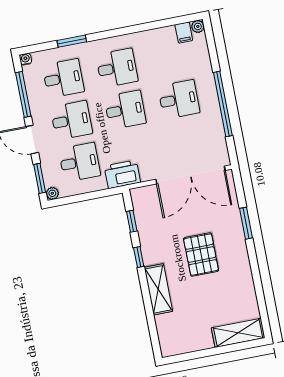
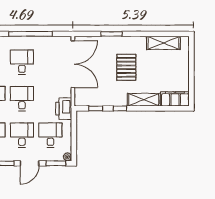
pallet: (201, 255) -> (126, 67), turned 90
shelving: (238, 333) -> (163, 43), moved, turned 90
filing cabinet: (168, 335) -> (175, 99), added

